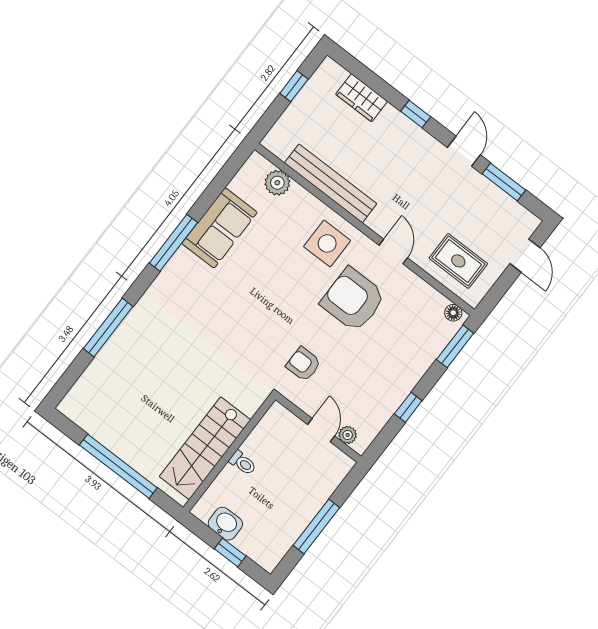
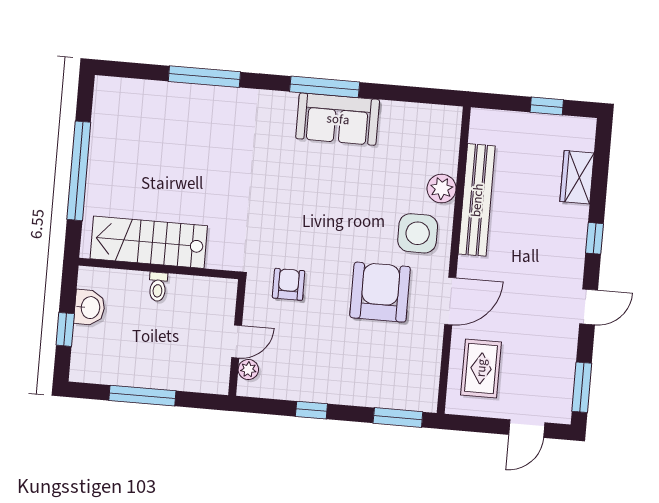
window: (504, 182) -> (582, 387), moved
plant: (277, 183) -> (442, 189), moved
sofa: (219, 228) -> (338, 119), moved
door: (393, 252) -> (450, 301), width x1.38
floor lamp: (453, 313) -> (429, 395), removed

